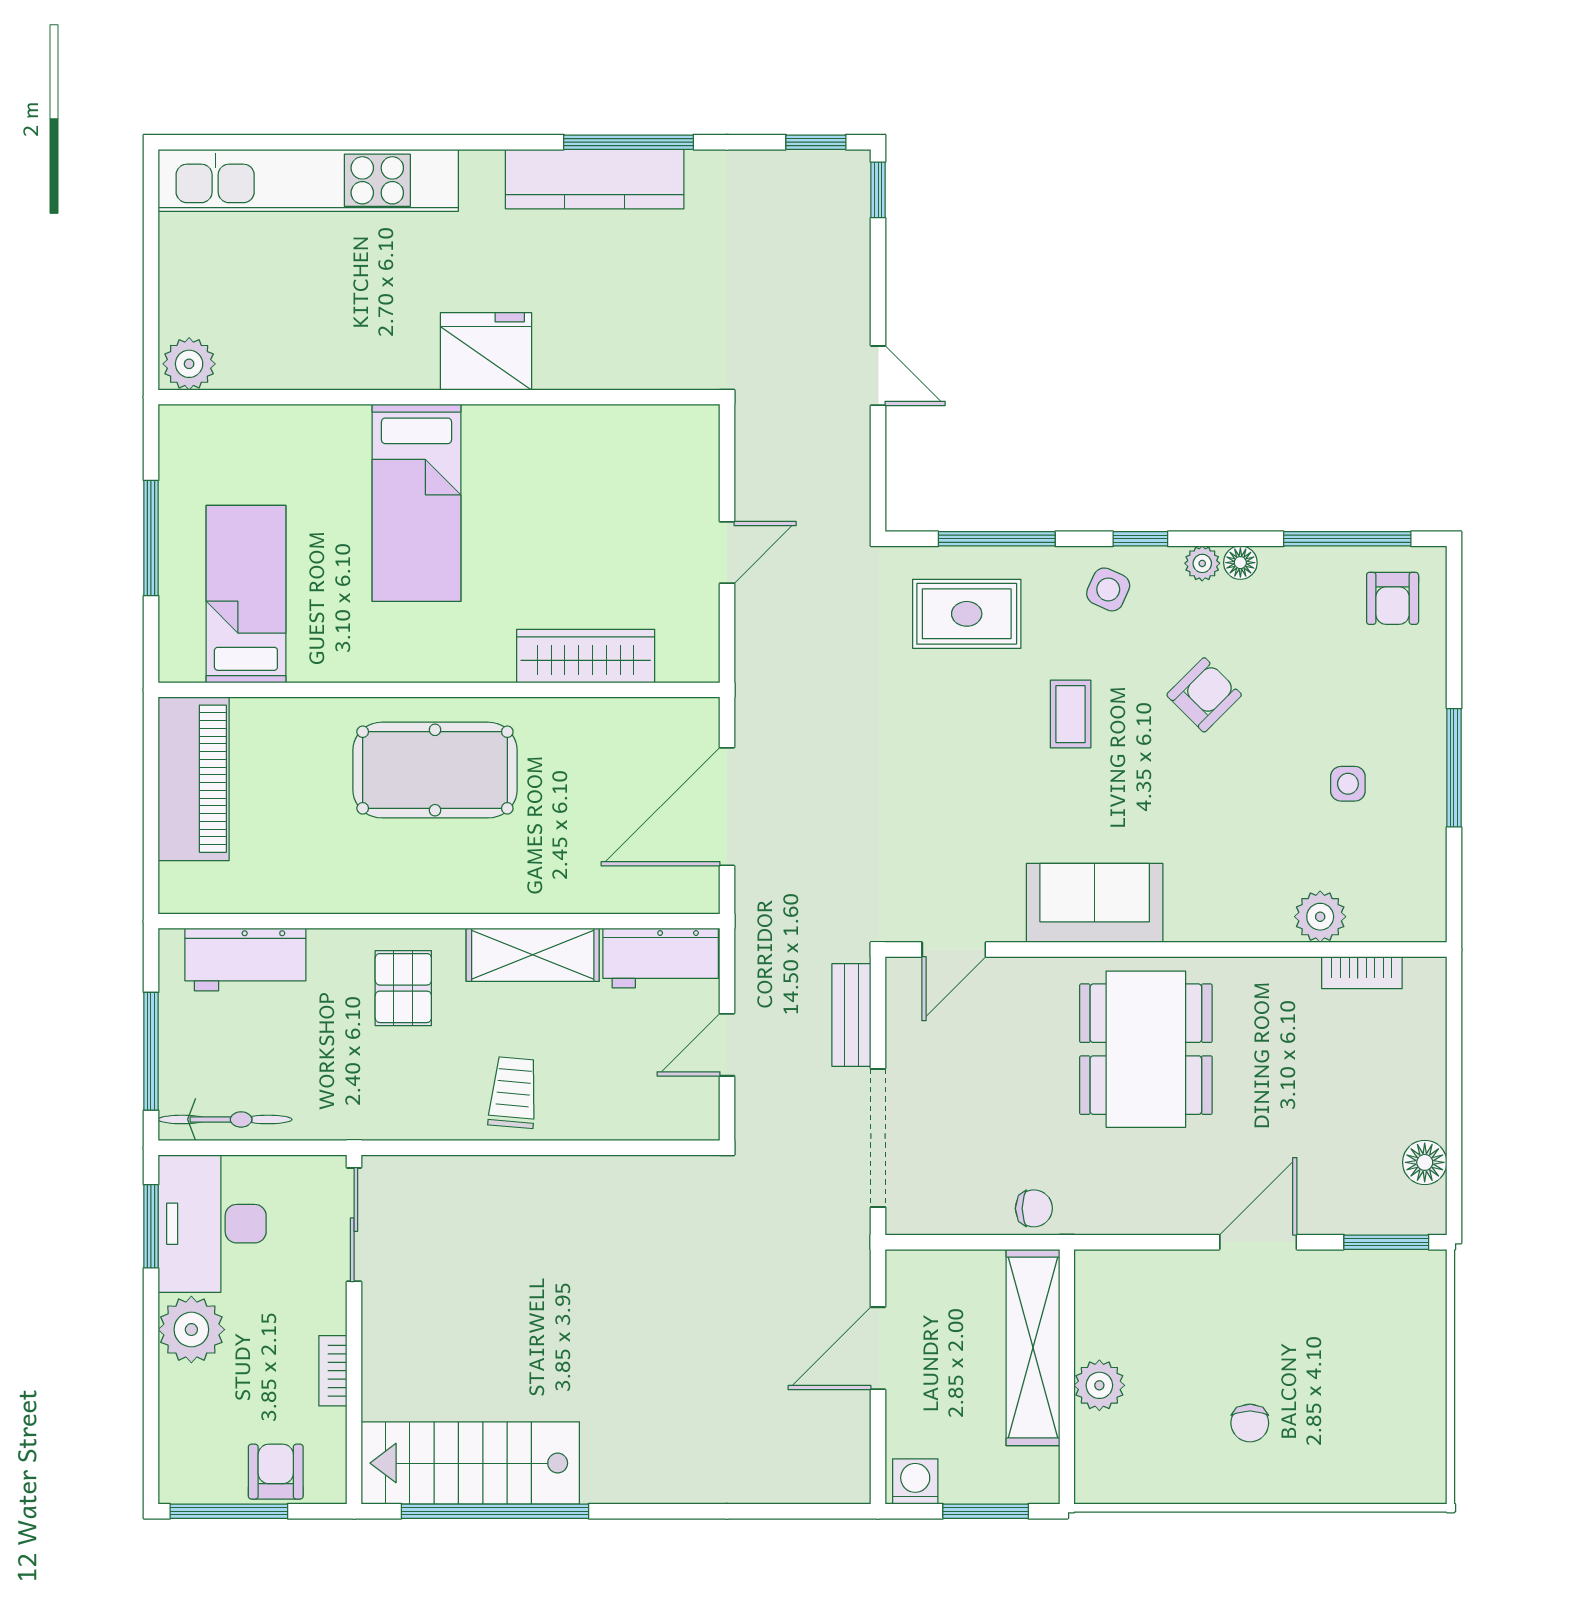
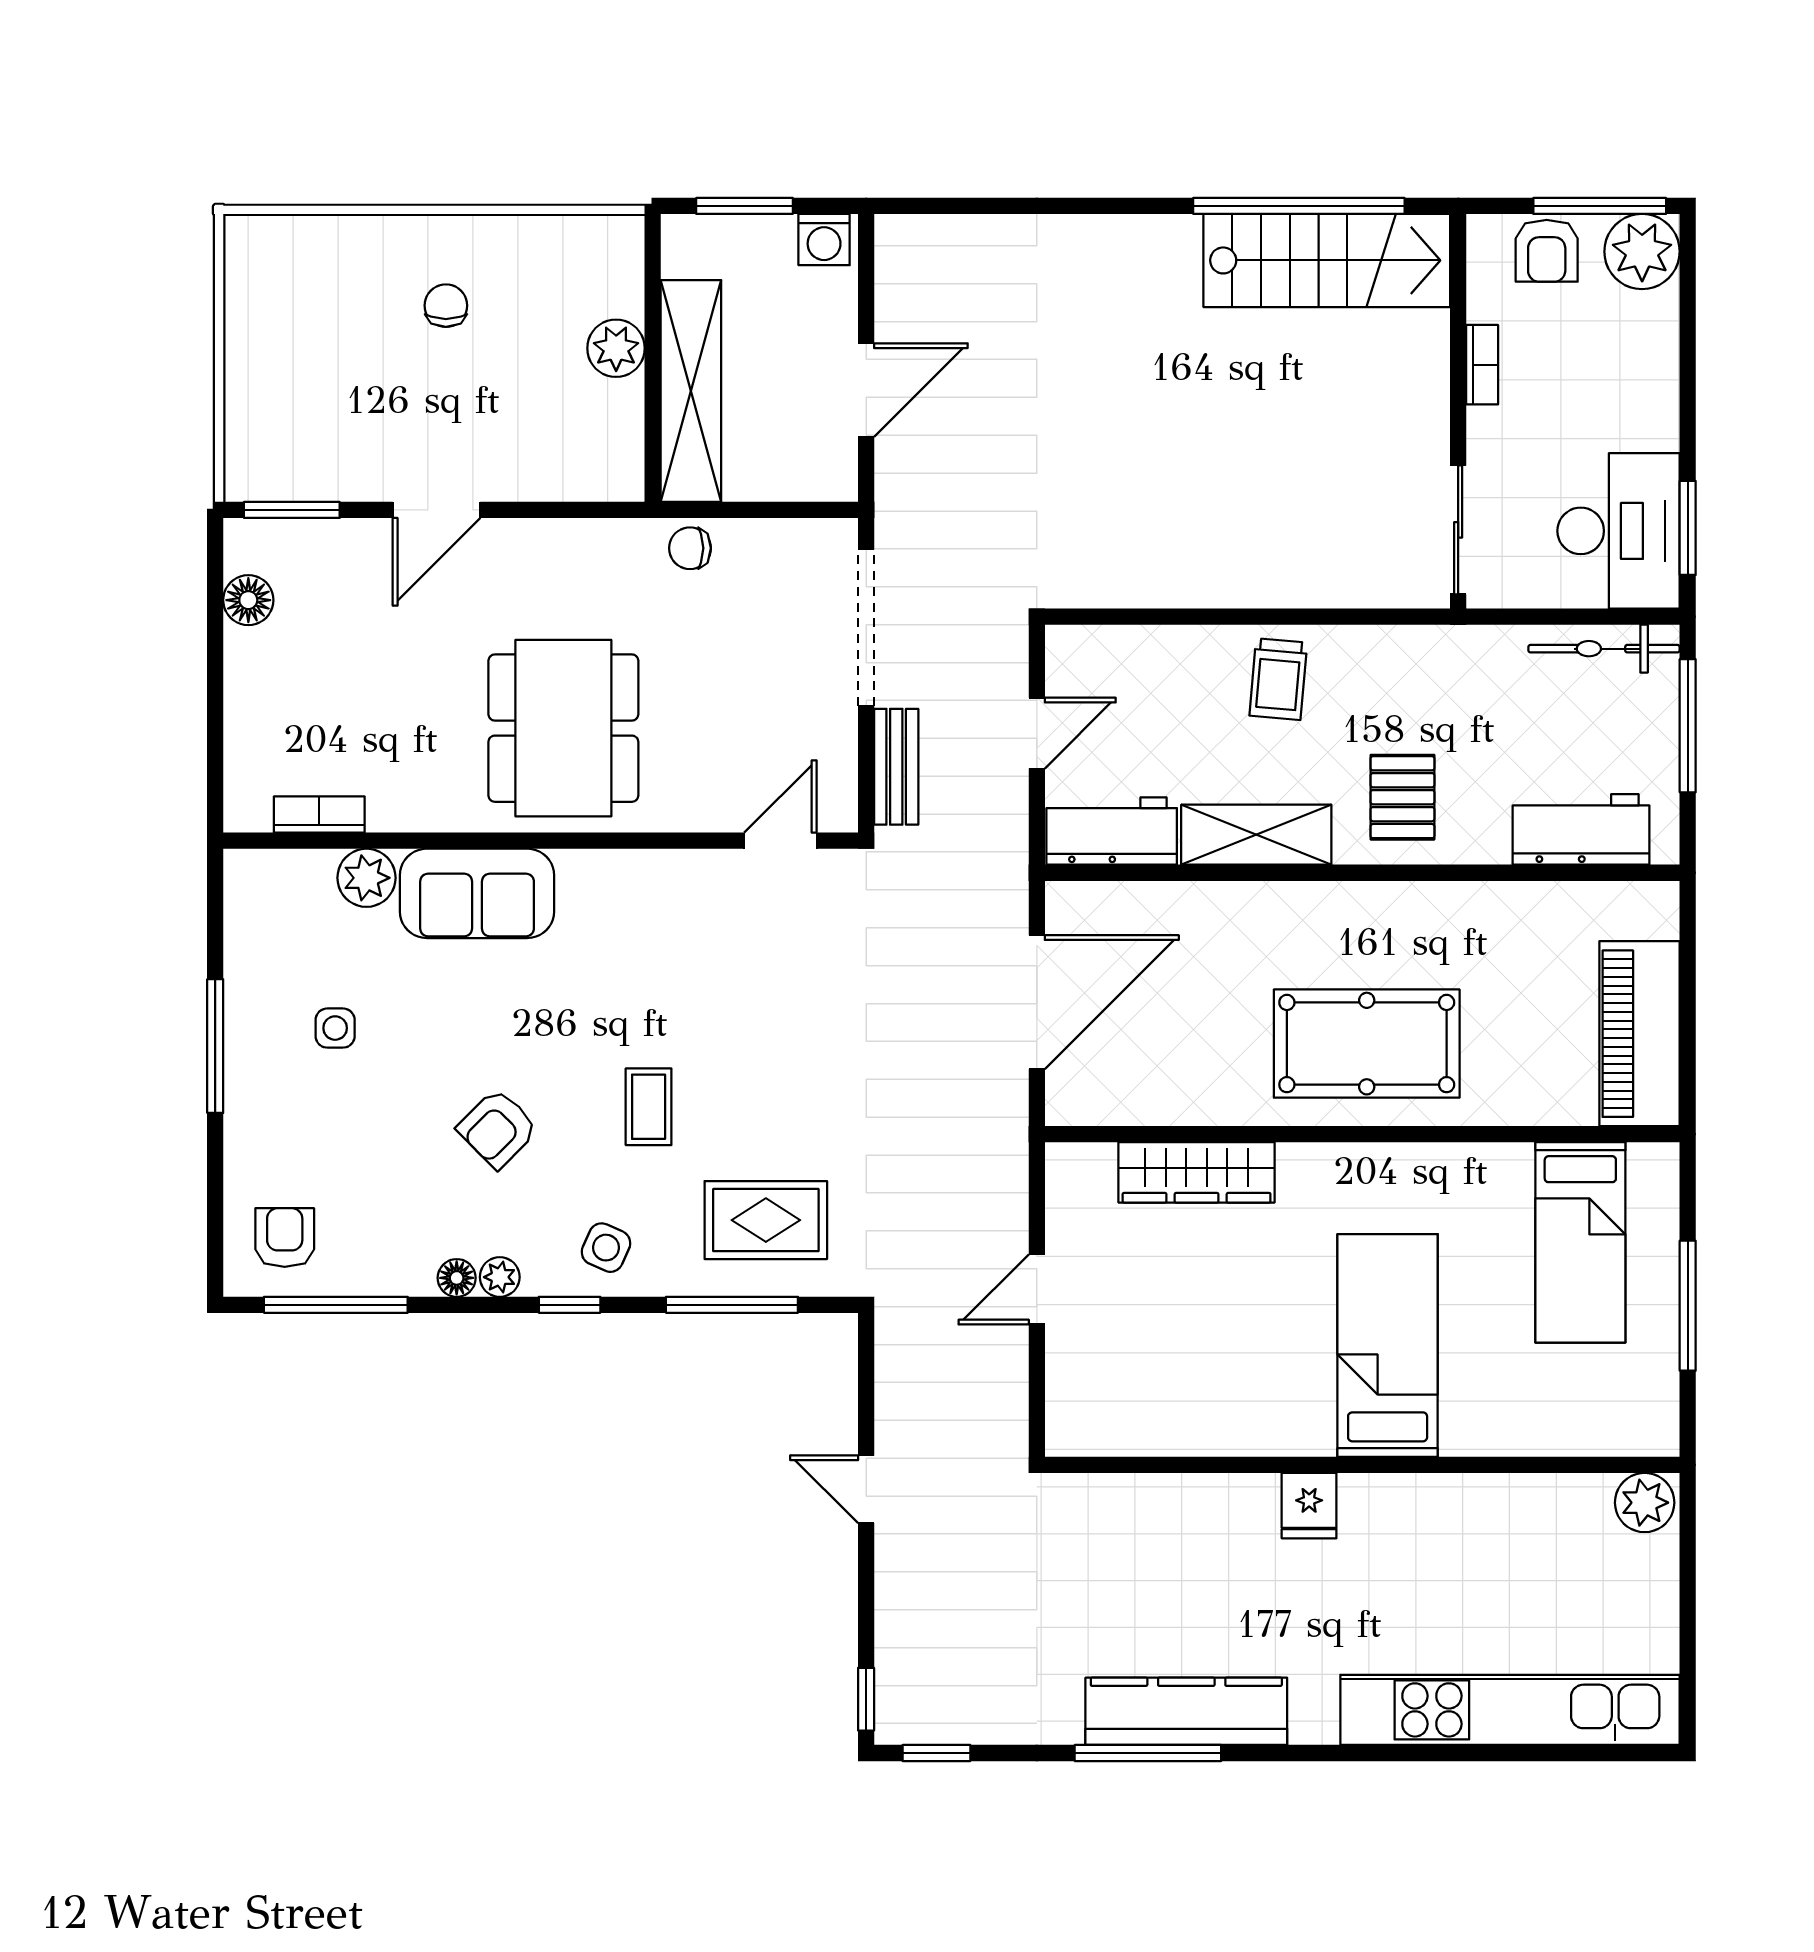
fridge: (486, 351) -> (1309, 1506), width x0.53, depth x0.75
sofa: (1095, 903) -> (477, 893), moved
plant: (191, 1330) -> (1642, 252), moved

